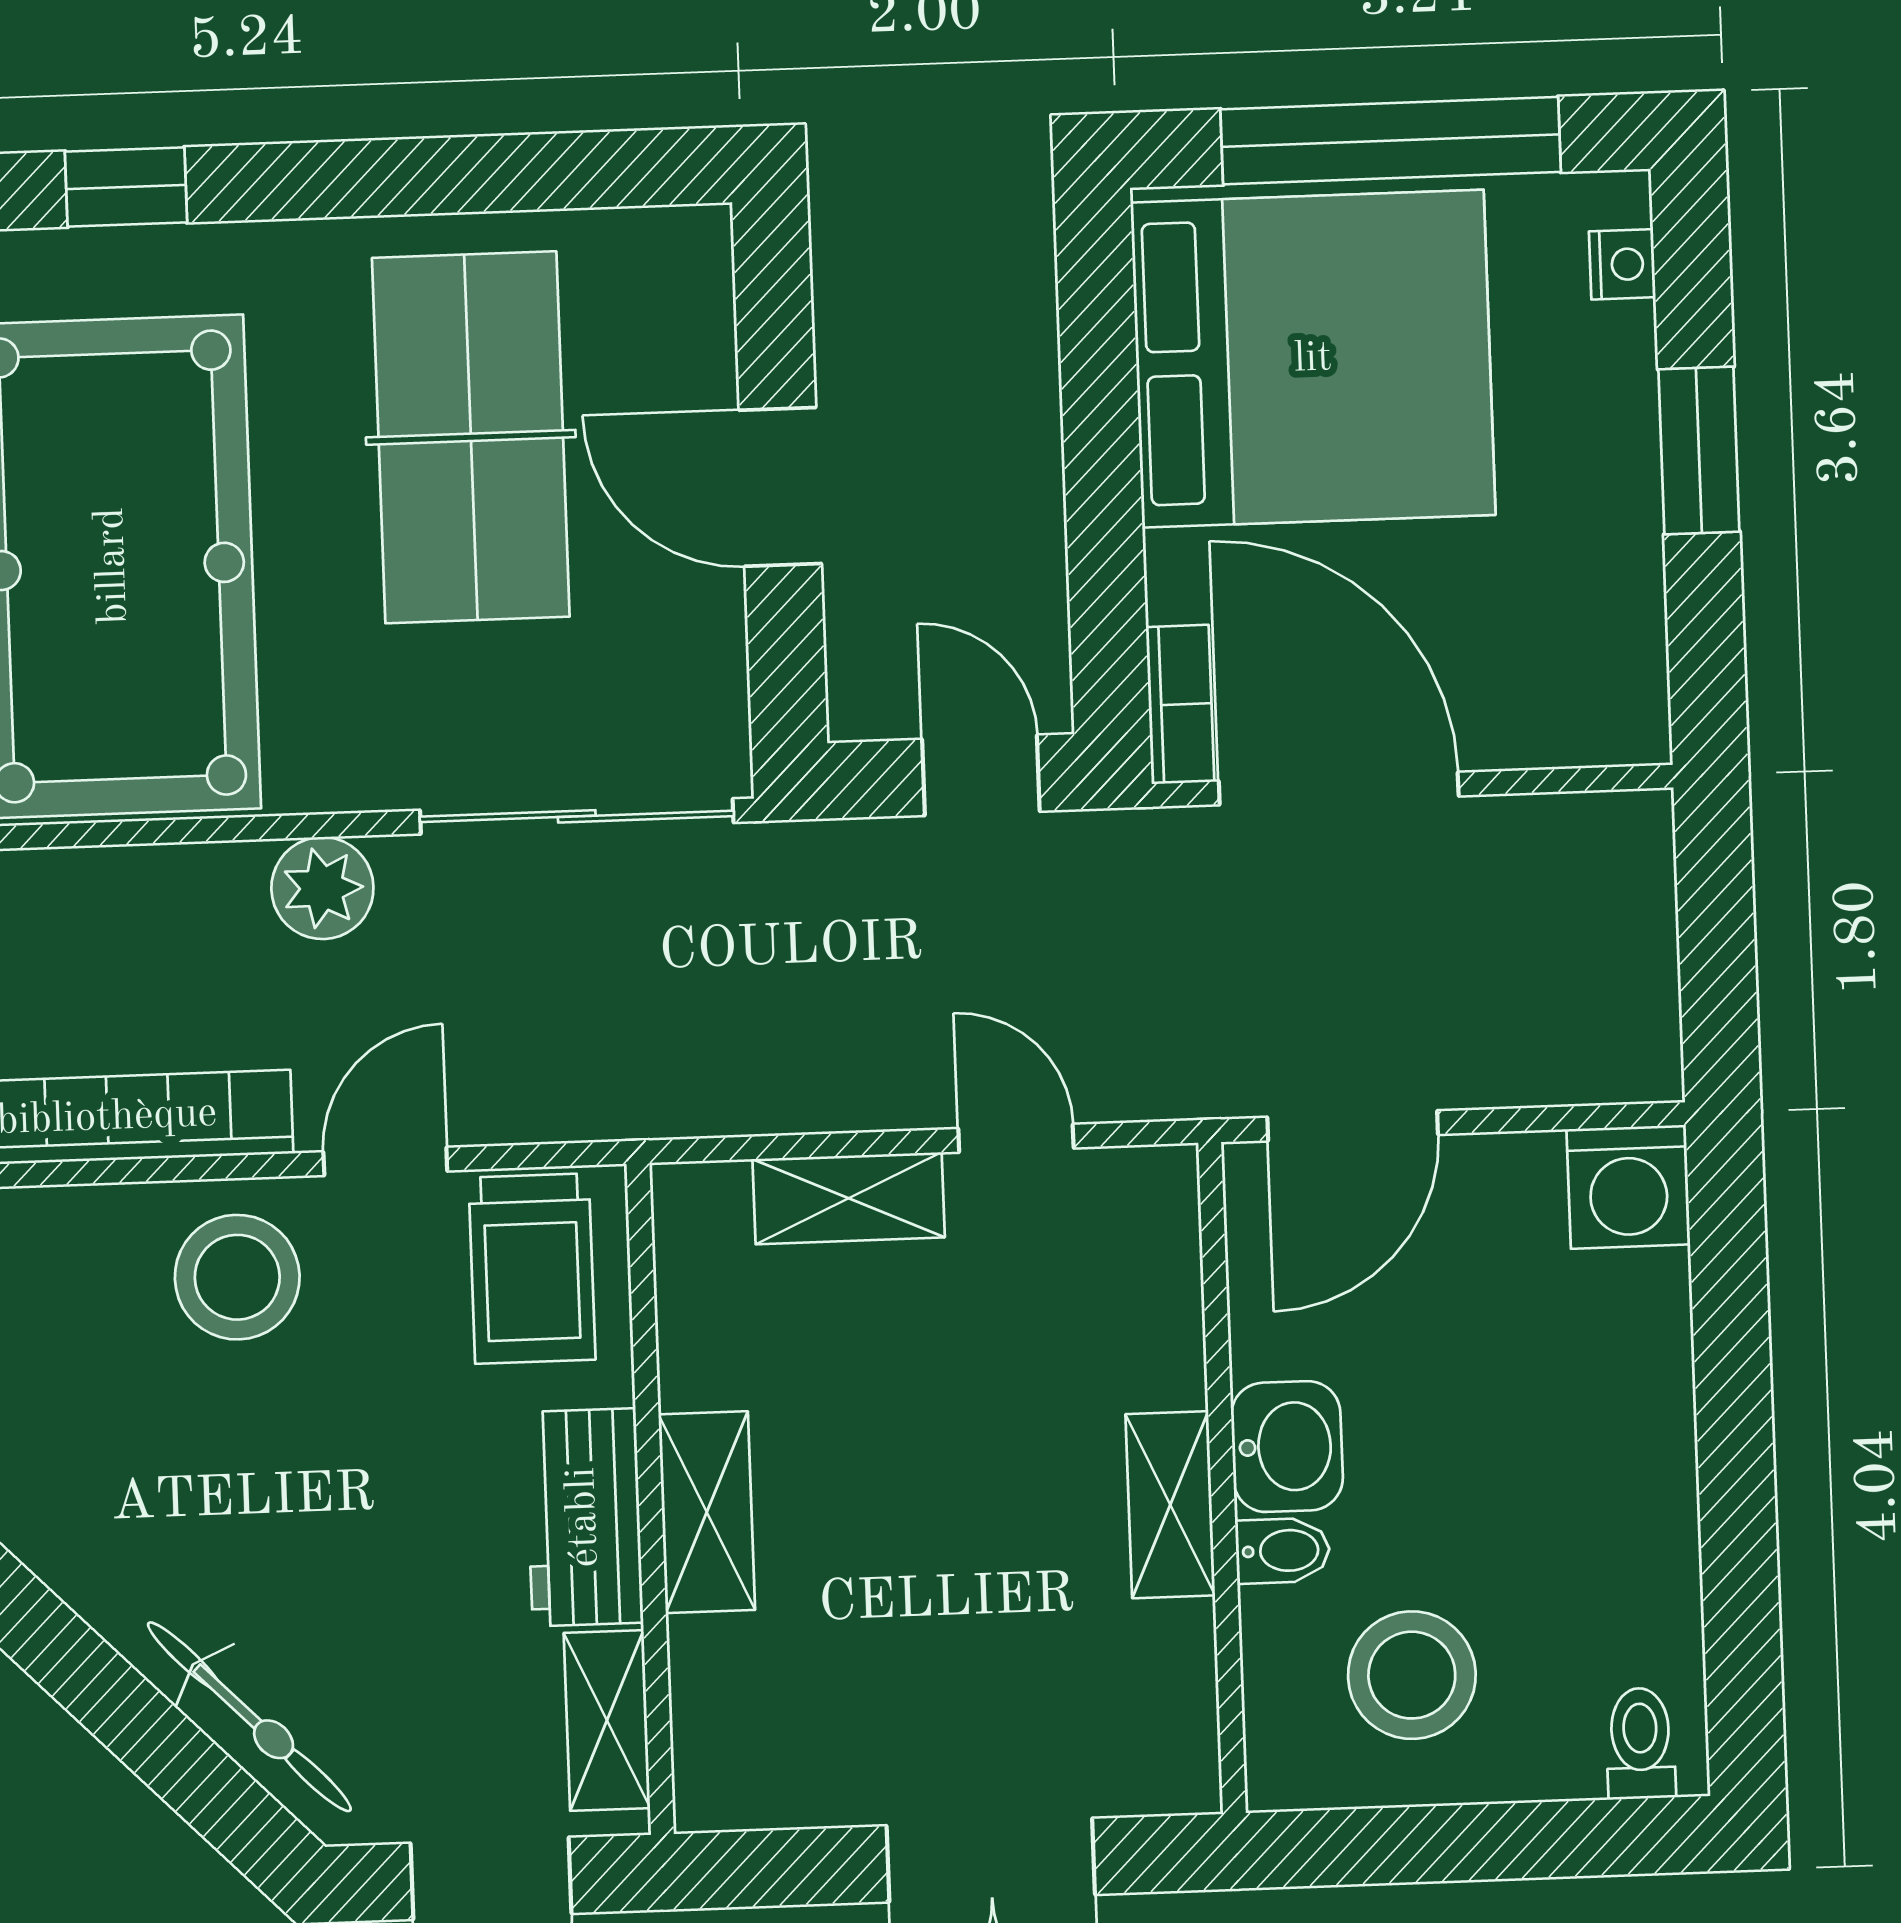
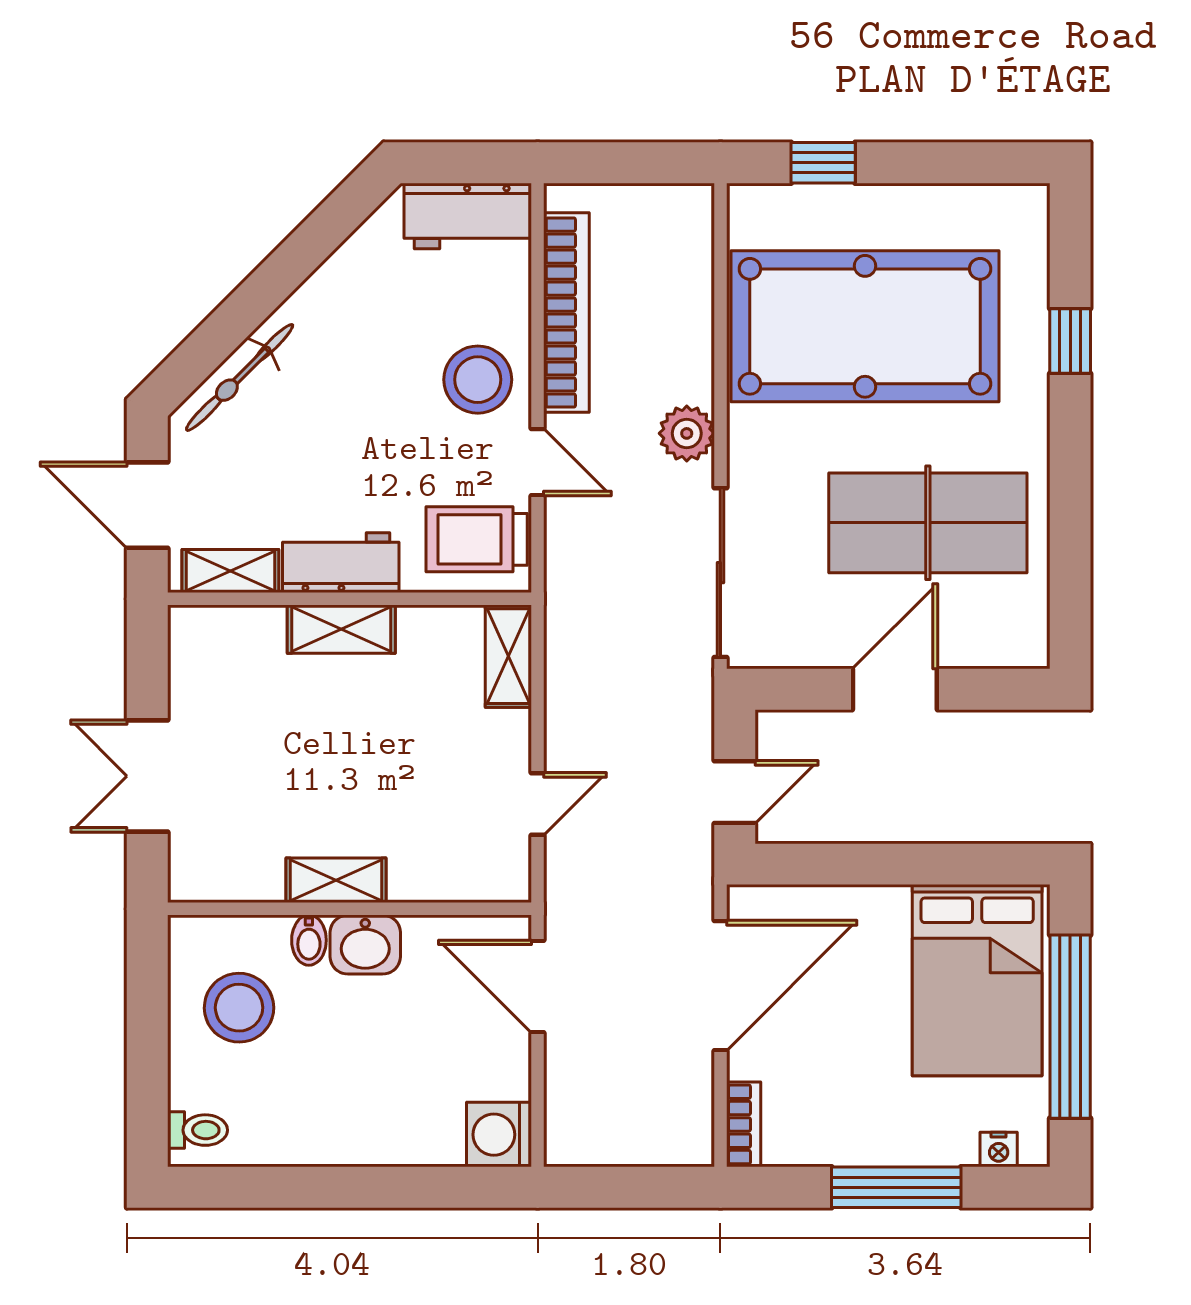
bed: (1313, 359) -> (977, 980), width x0.73
window: (1699, 451) -> (896, 1187), width x1.44
bookcase: (1180, 704) -> (744, 1124), moved, turned -90
shelving: (849, 1198) -> (508, 656), moved

